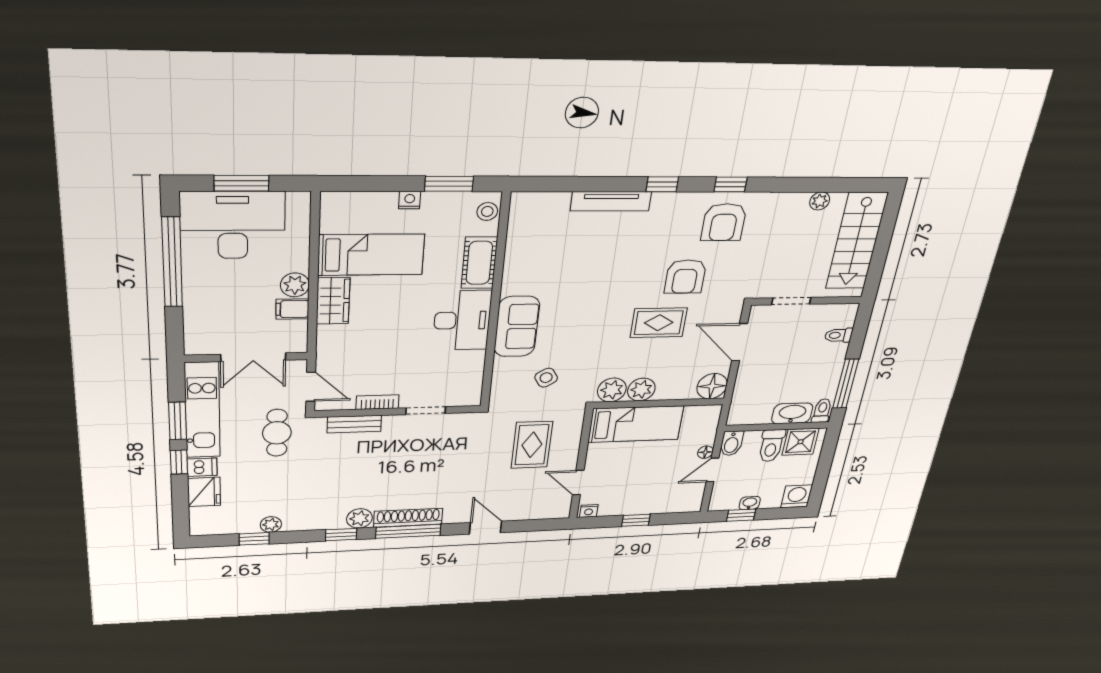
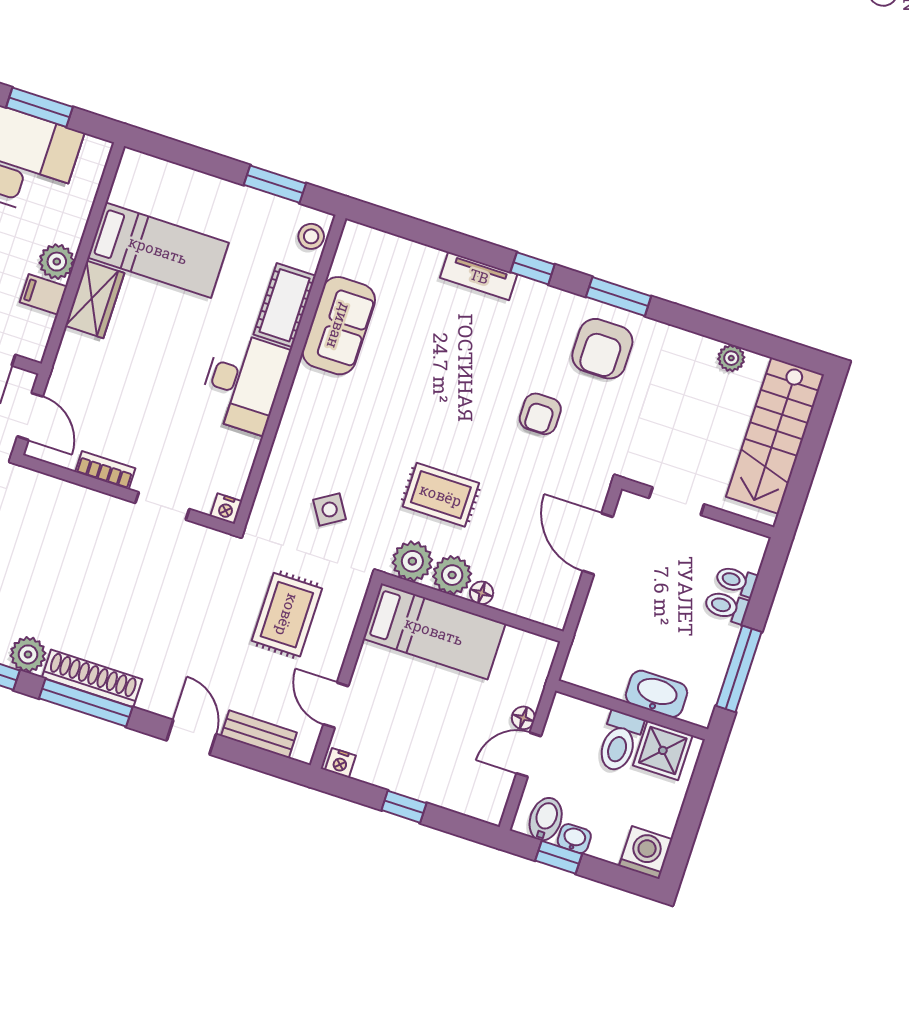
window: (731, 185) -> (619, 296), width x1.50
nightstand: (410, 200) -> (226, 509), moved, turned 180
tv unit: (611, 201) -> (479, 276), width x0.71
armchair: (685, 277) -> (540, 414), width x0.72, depth x0.72
rug: (659, 323) -> (441, 495), moved
sofa: (517, 327) -> (339, 326), moved
floor lamp: (712, 386) -> (482, 593), moved, width x0.53, depth x0.53
toilet: (822, 411) -> (726, 607), moved, turned -90
bench: (354, 424) -> (259, 734), moved
bidet: (731, 443) -> (546, 819), moved, turned 180

